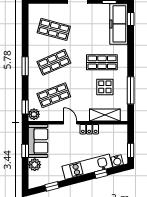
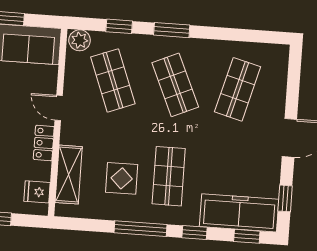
window: (131, 47) -> (194, 233), added
window: (131, 90) -> (140, 229), moved
window: (25, 107) -> (119, 26), moved
door: (70, 123) -> (59, 108), swing flipped
fridge: (115, 131) -> (37, 192), added

